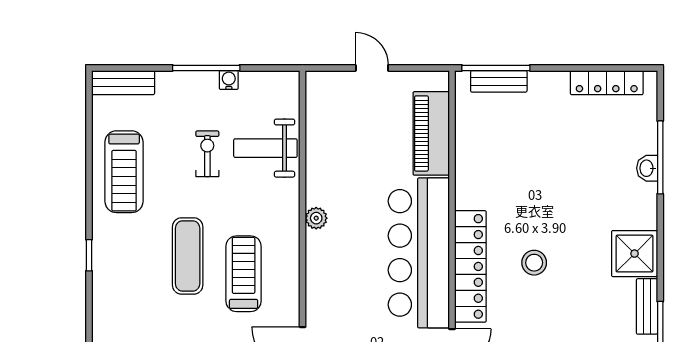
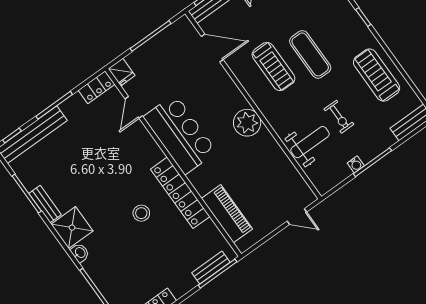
door: (372, 68) -> (297, 217), moved
washbasin: (647, 168) -> (80, 253), moved
plant: (316, 218) -> (247, 123), width x1.87, depth x1.87
bar counter: (419, 253) -> (180, 134), width x0.73
stool: (534, 263) -> (141, 213), moved
locker: (470, 266) -> (180, 193), moved

